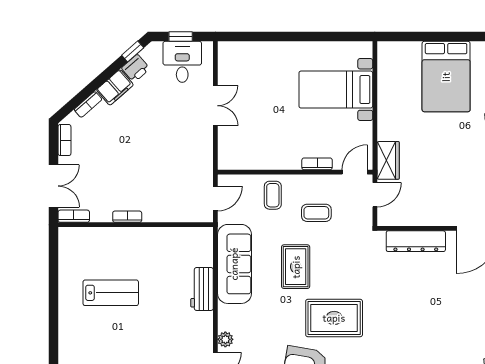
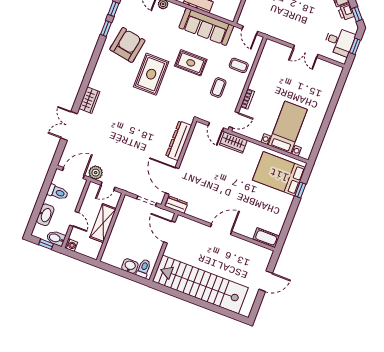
window: (420, 37) -> (300, 190), added
bed: (446, 77) -> (279, 174), moved
door: (355, 172) -> (234, 120), hinge flipped

